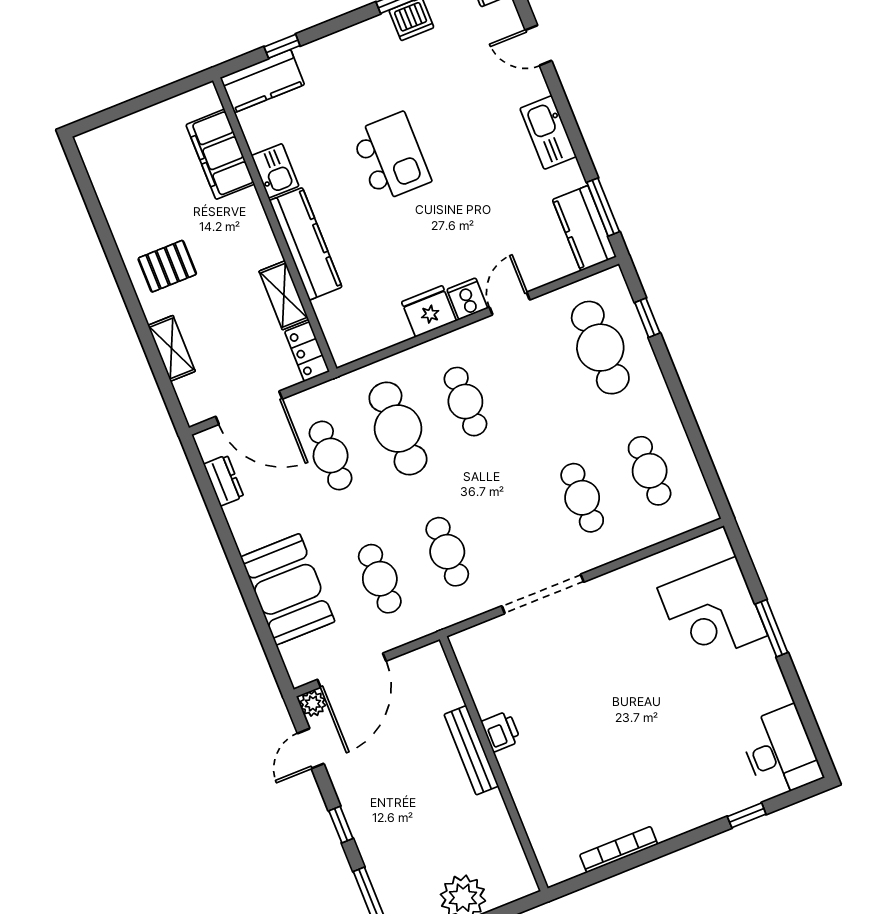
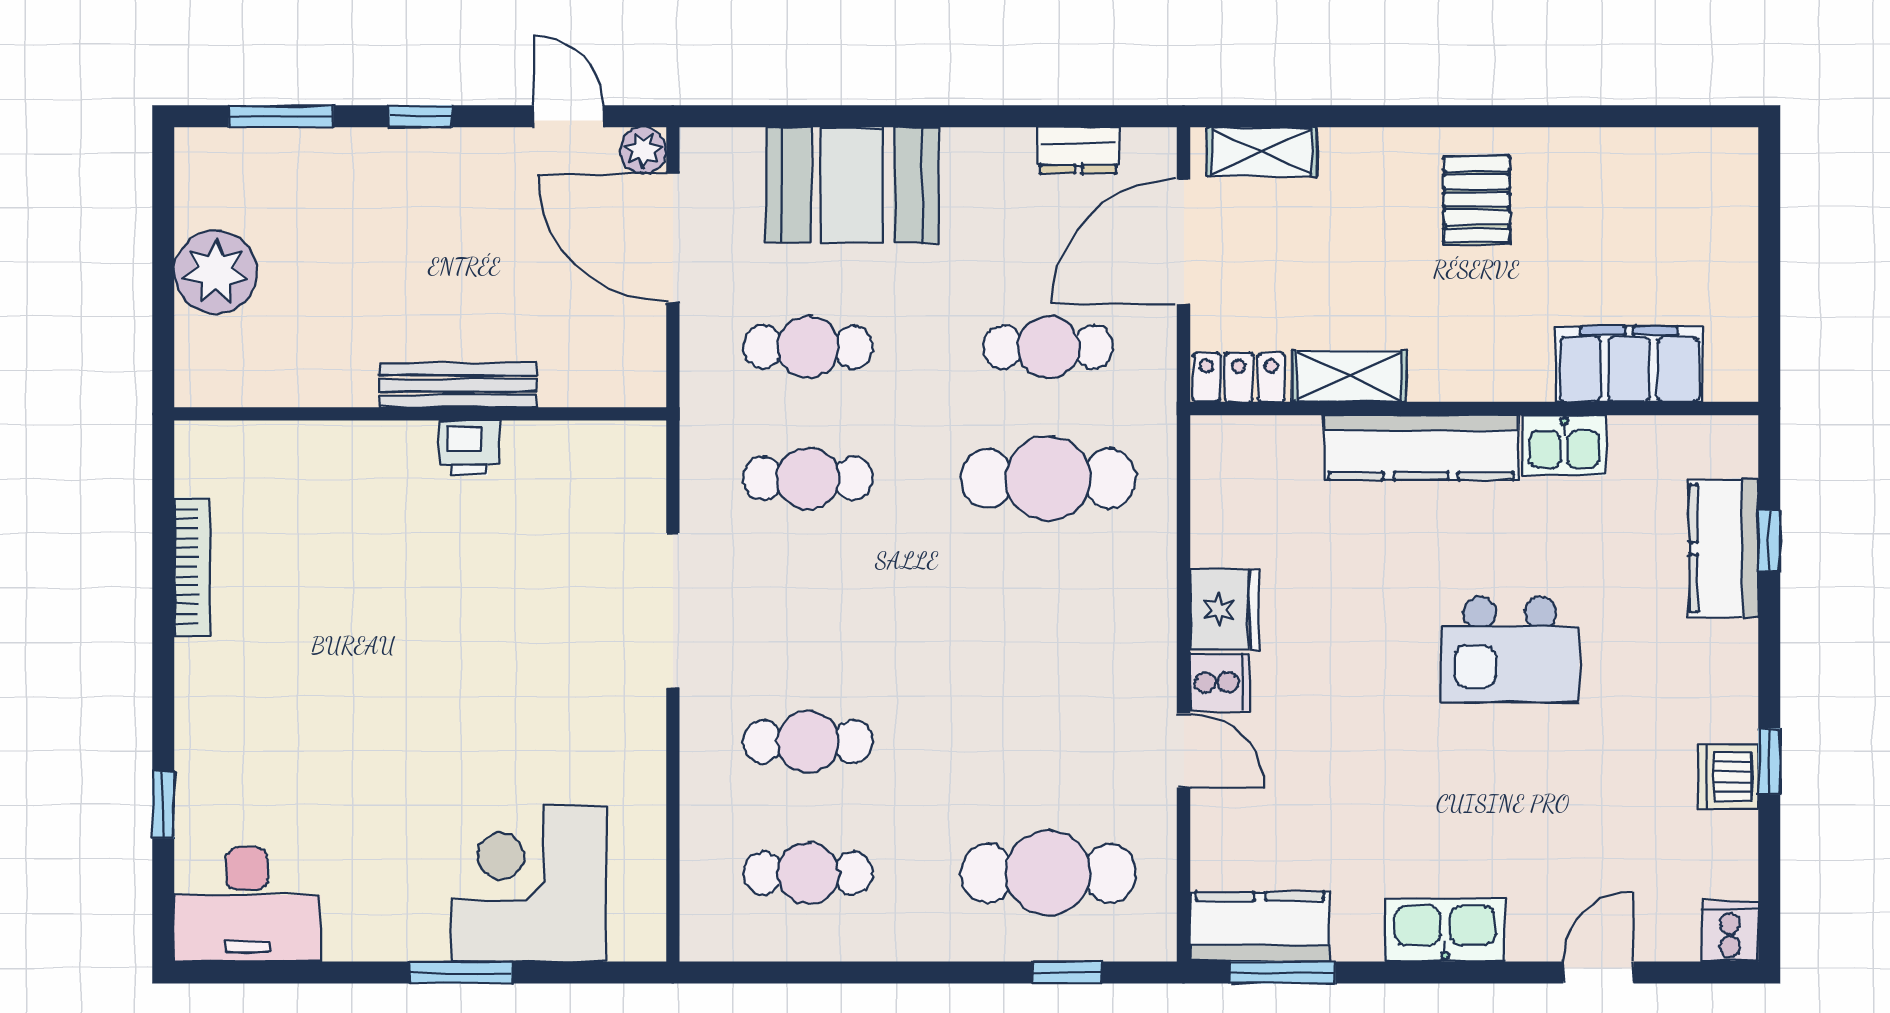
kitchen counter: (262, 81) -> (1724, 548), moved
shelving: (172, 348) -> (1262, 152), moved
cafe table: (465, 402) -> (1048, 610), removed

